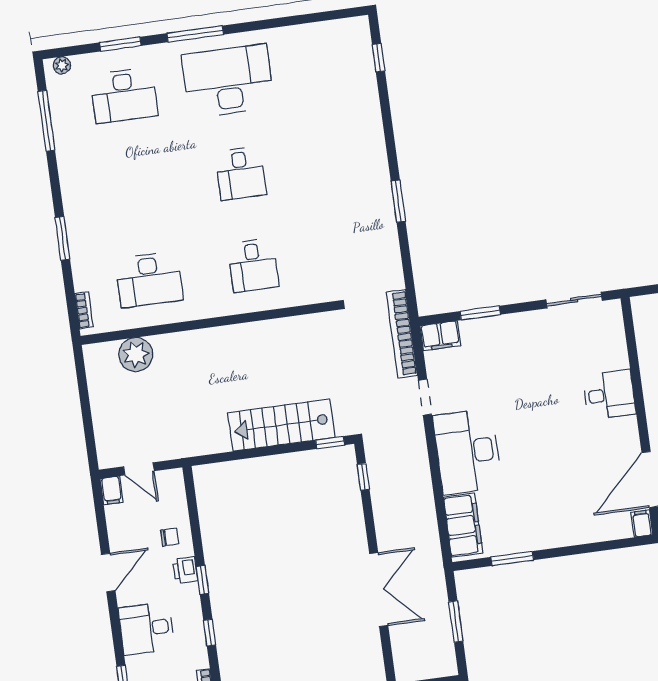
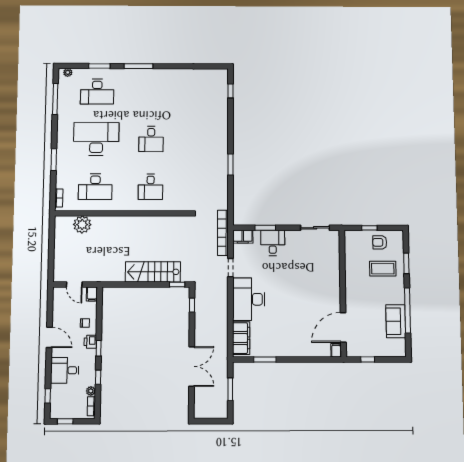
desk: (228, 81) -> (96, 139), moved
desk: (609, 395) -> (273, 243), moved, turned -90
filing cabinet: (112, 490) -> (92, 294), moved
door: (108, 573) -> (49, 337), hinge flipped
plant: (200, 659) -> (91, 391), added

